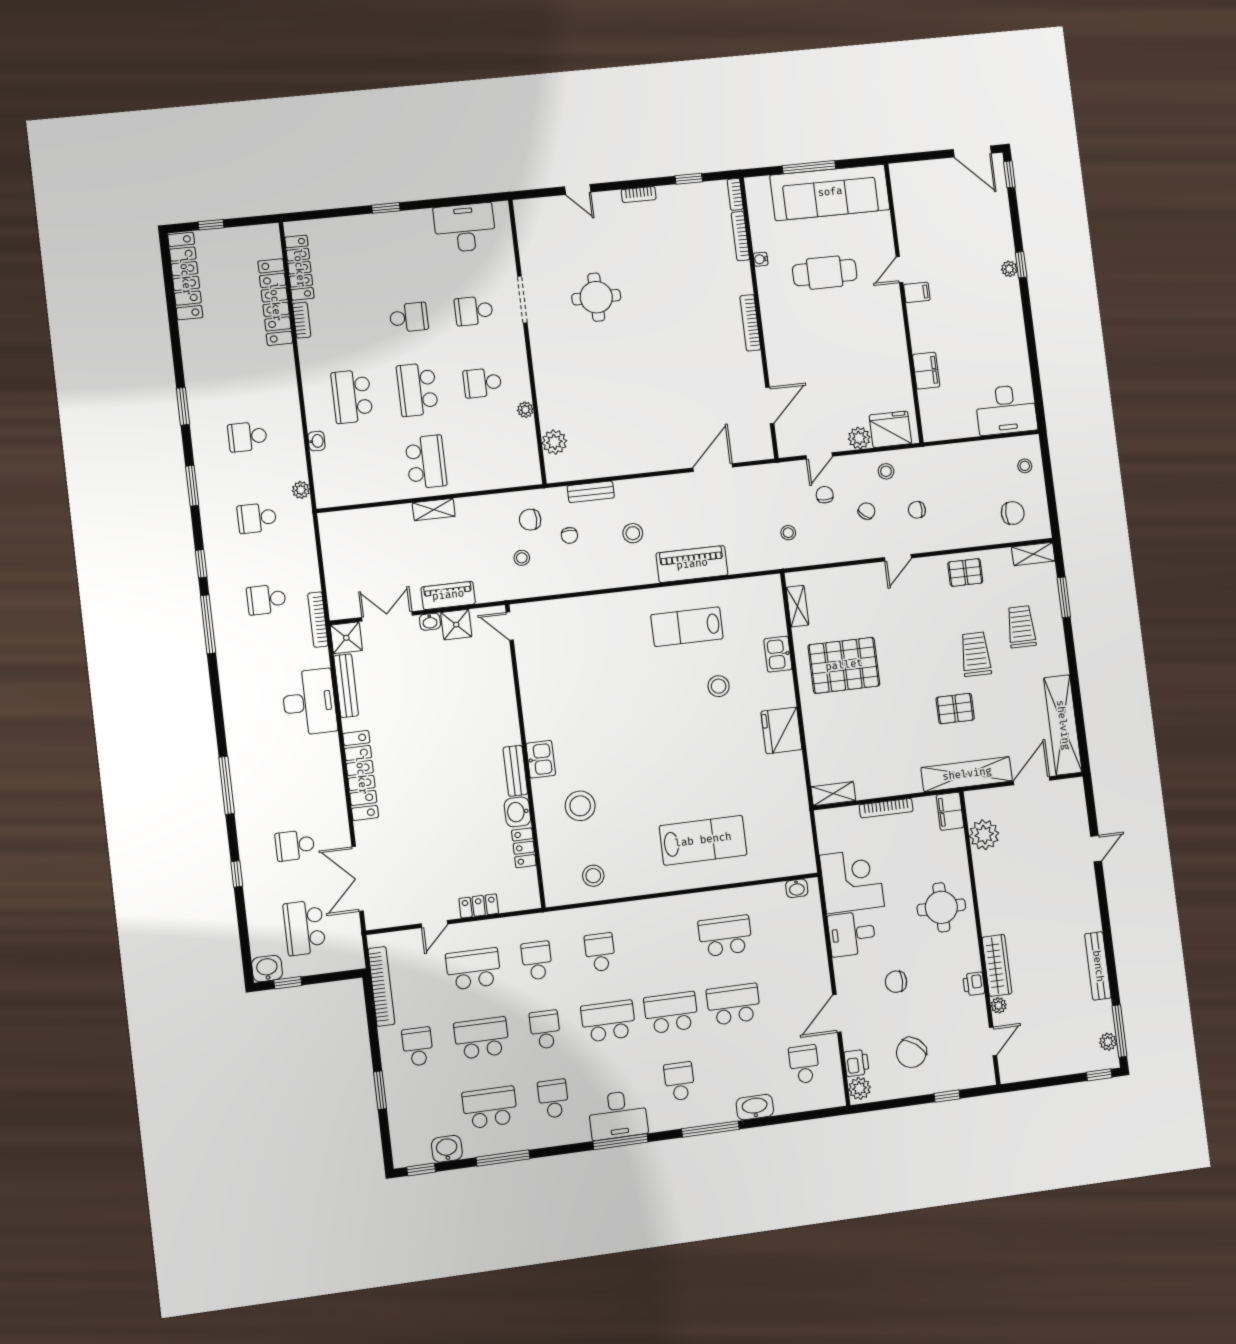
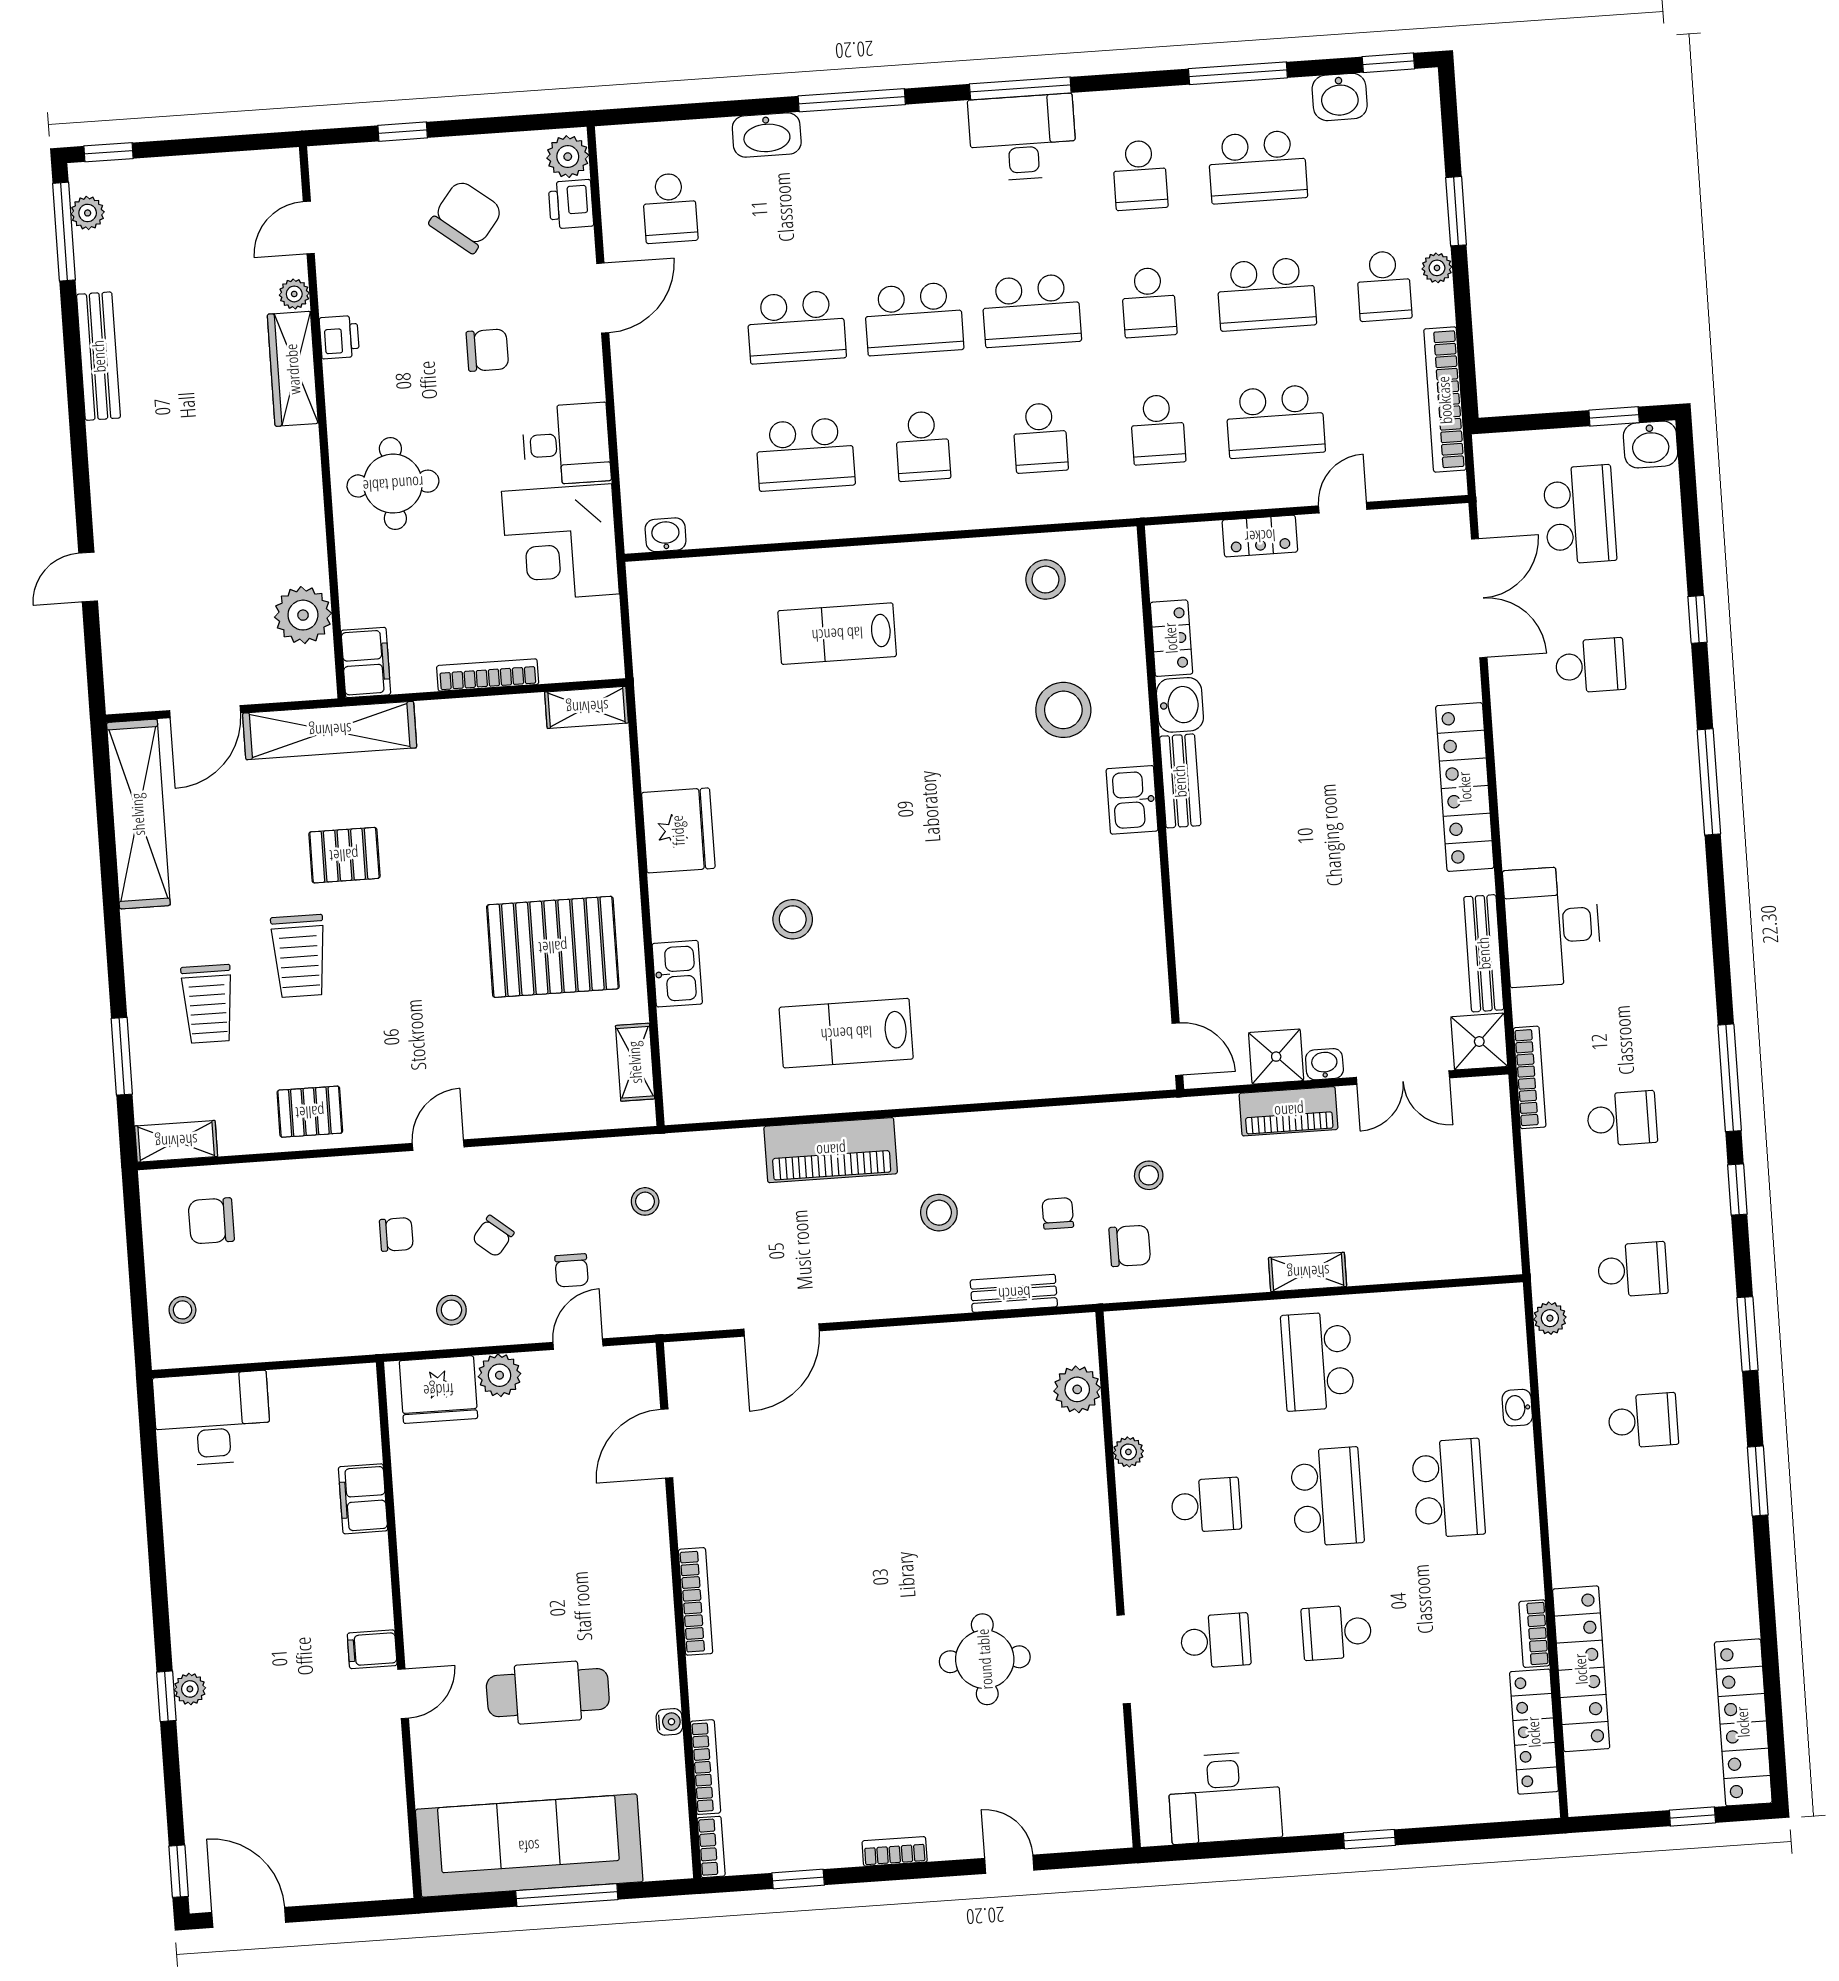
lab bench: (687, 627) -> (846, 1033), turned 180
lab bench: (703, 840) -> (837, 634), width x0.73, depth x0.72
plant: (389, 1058) -> (1437, 268), added
school desk: (679, 1081) -> (923, 446), moved

